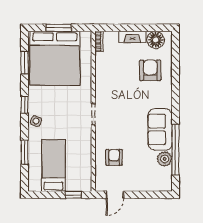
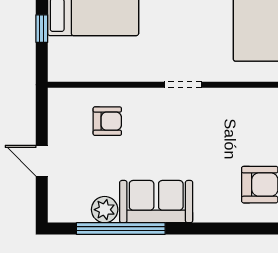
window: (73, 195) -> (42, 29), moved
door: (115, 195) -> (42, 161), moved

